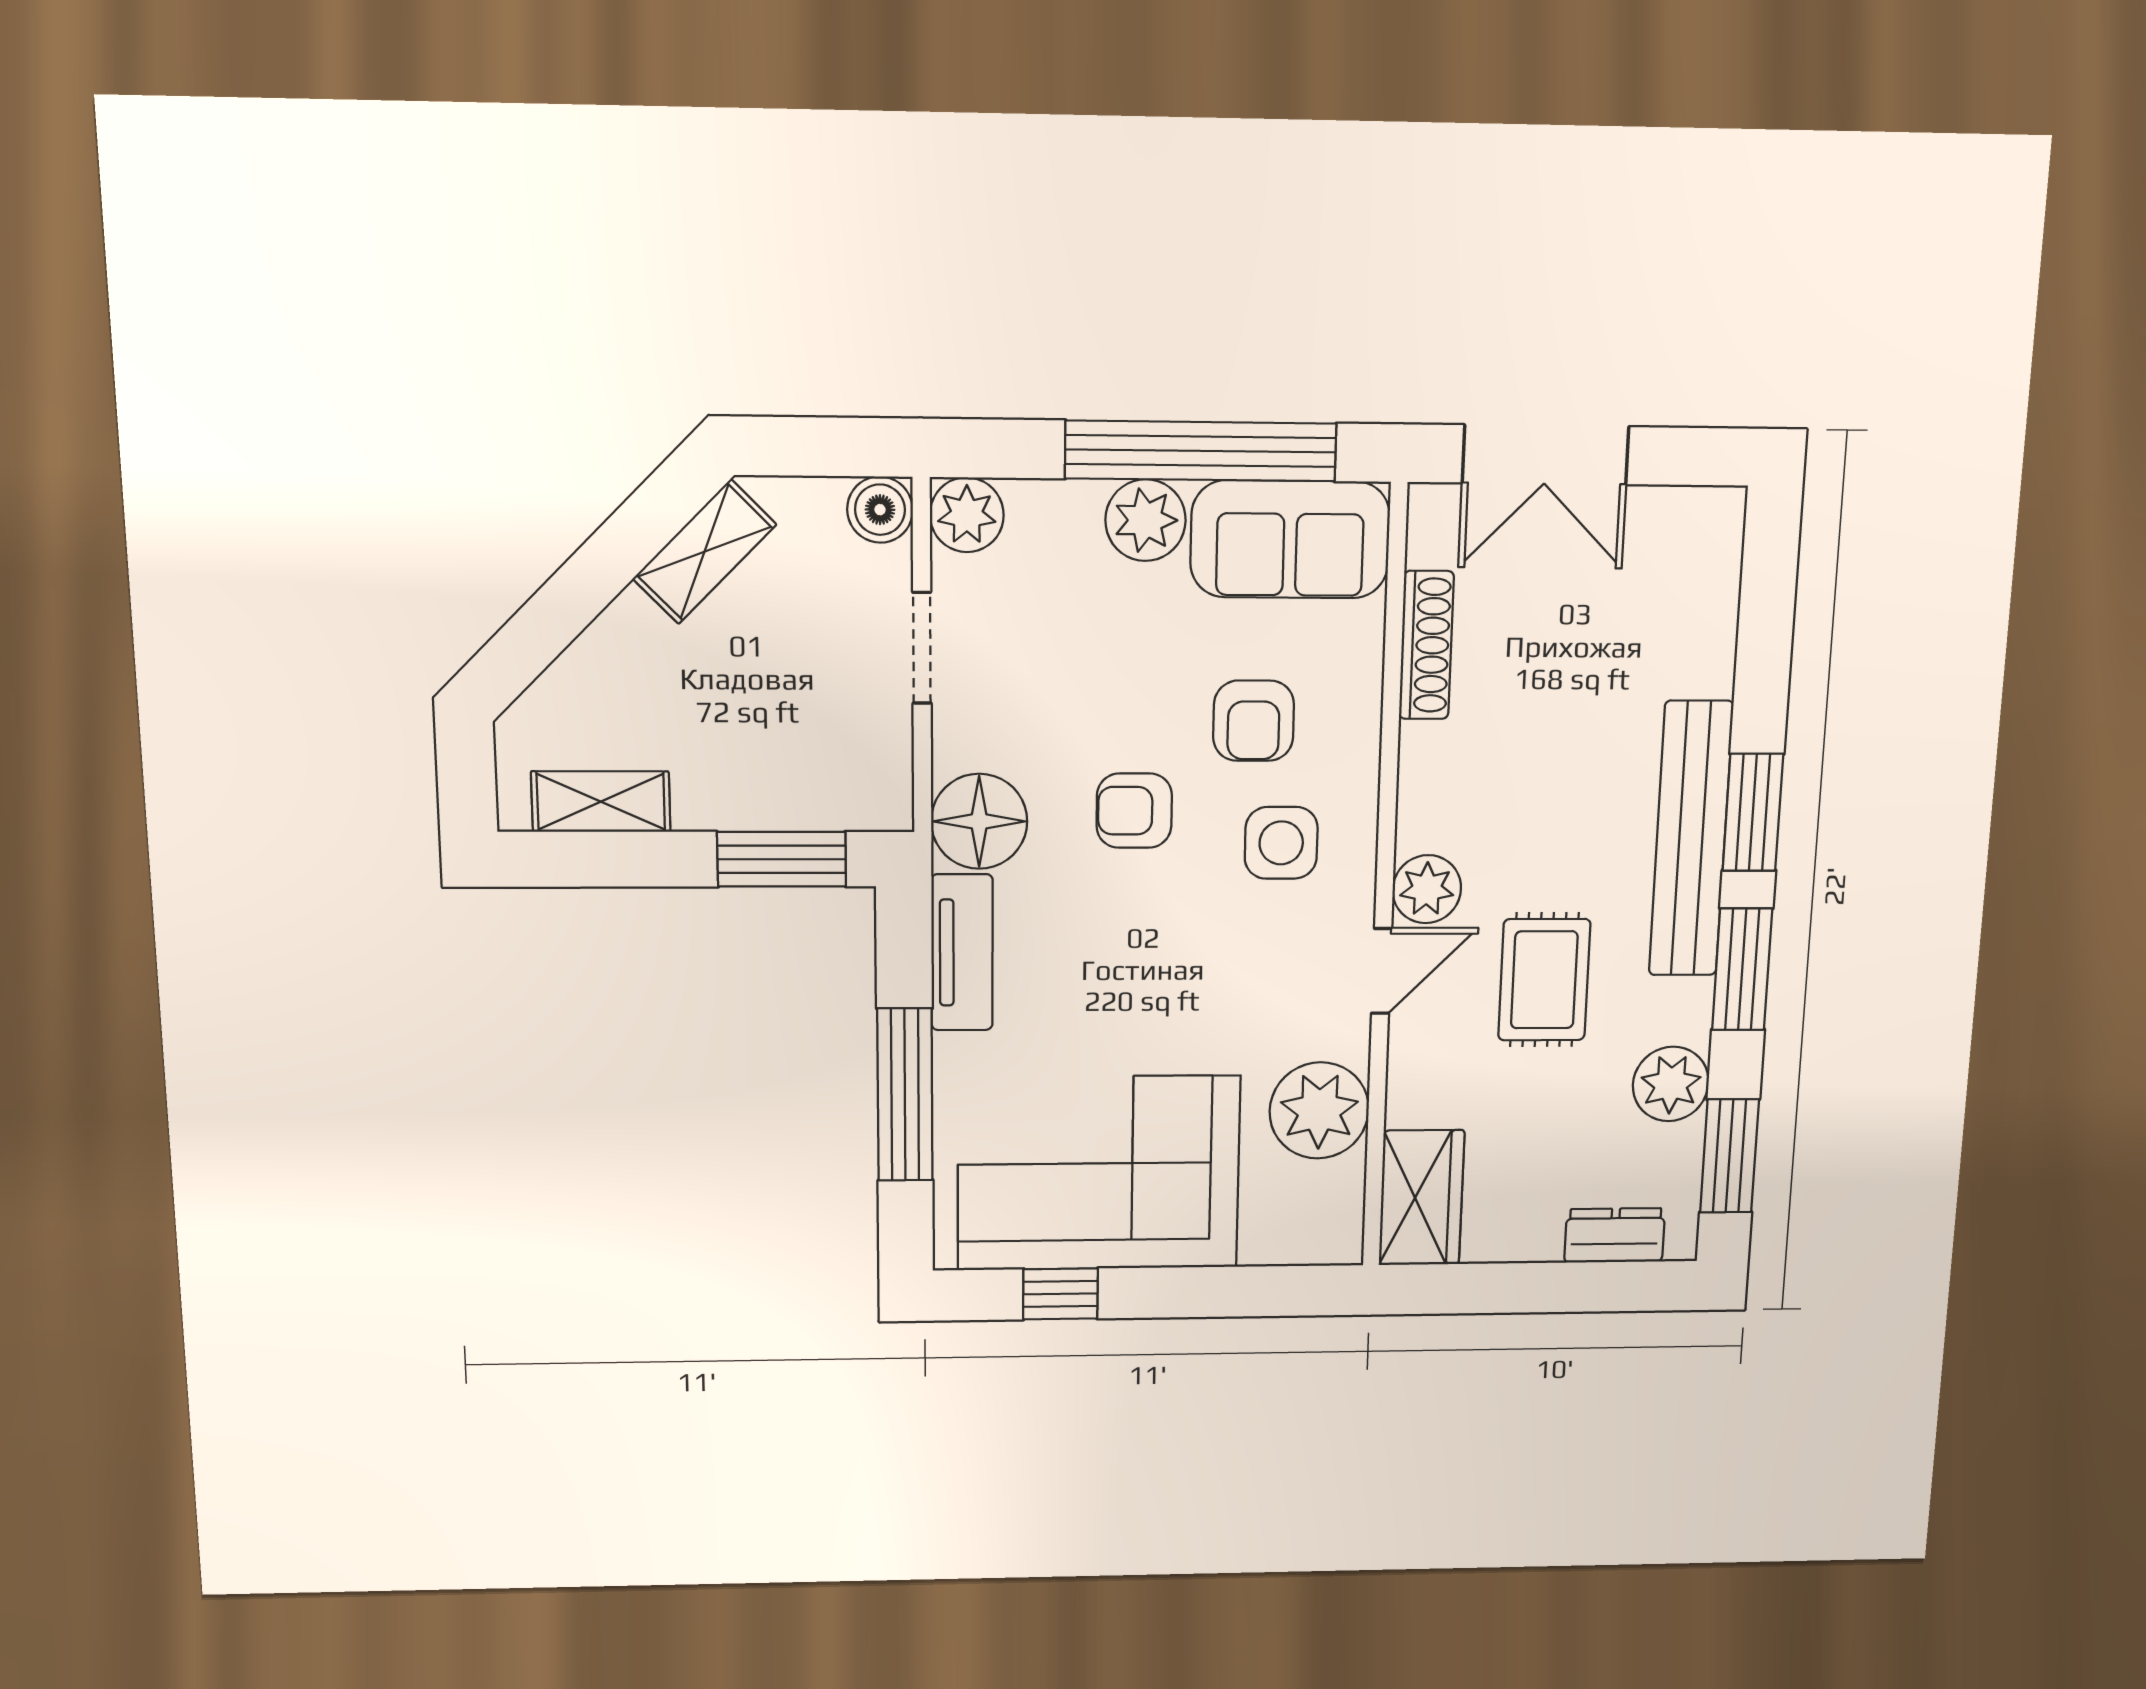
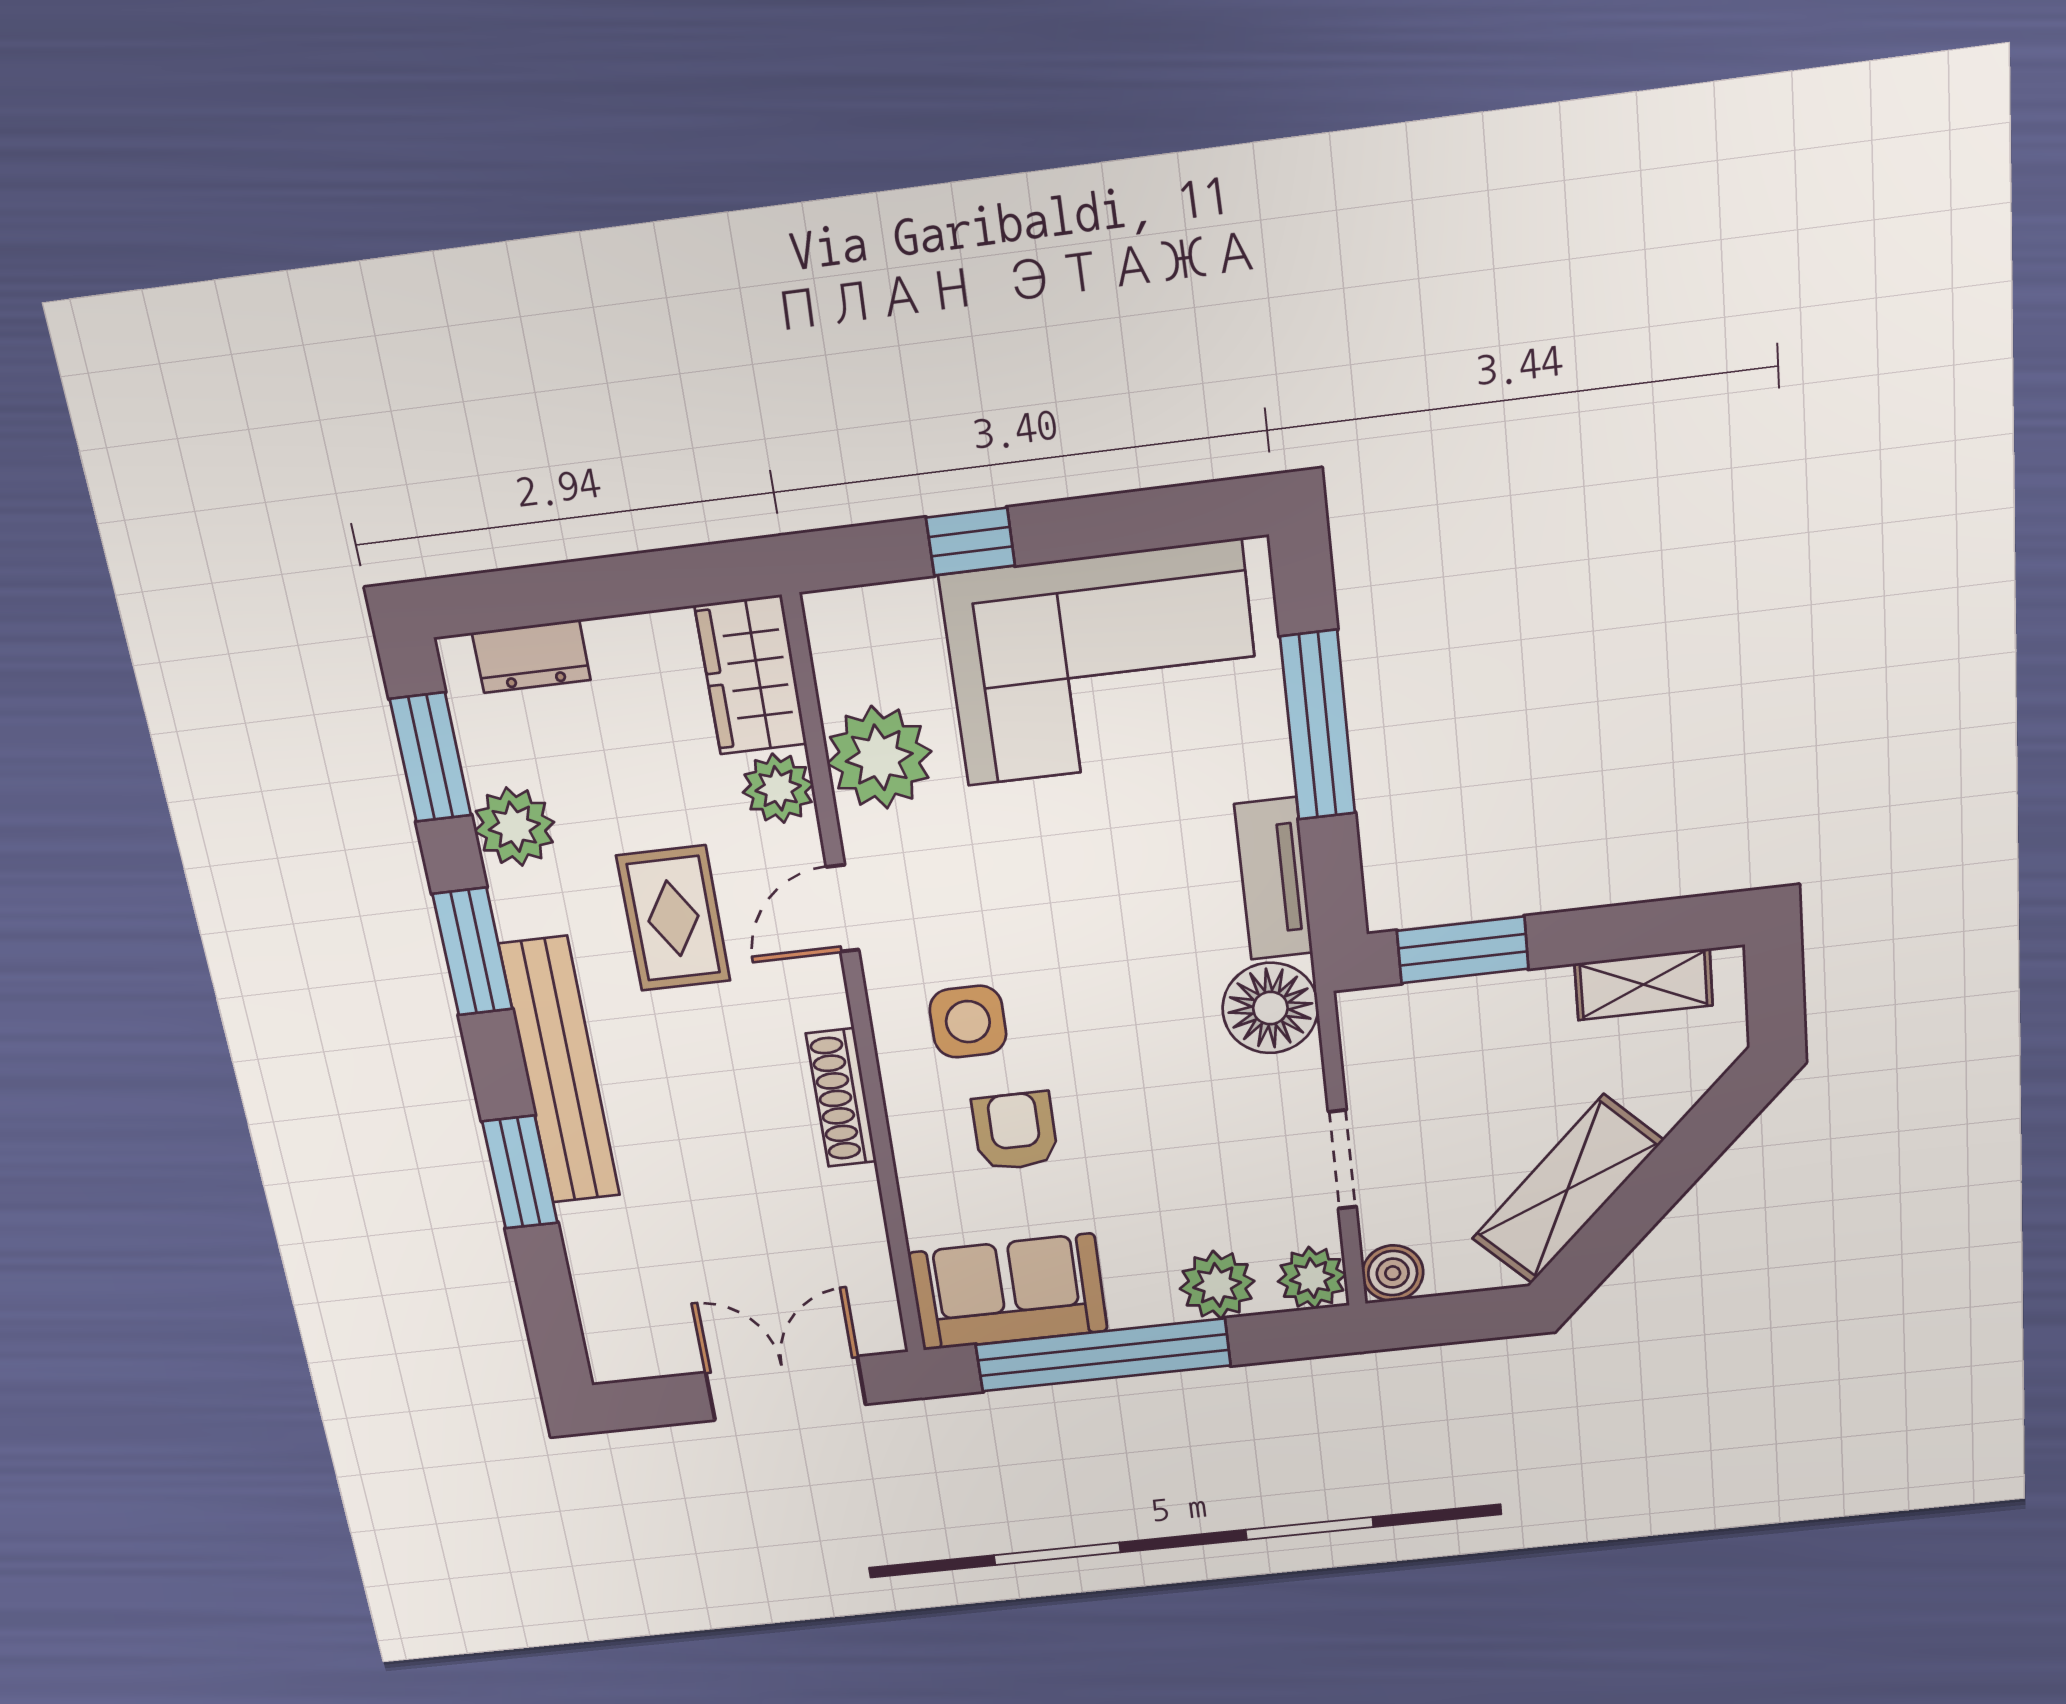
plant: (1146, 520) -> (1217, 1285), moved
shelving: (705, 552) -> (1567, 1190), width x1.50, depth x1.33
shoe rack: (1426, 645) -> (841, 1098), moved
armchair: (1134, 811) -> (1119, 1035), removed
window: (1753, 812) -> (520, 1172), moved
plant: (1427, 889) -> (778, 788), moved
window: (1060, 1294) -> (970, 542), moved

